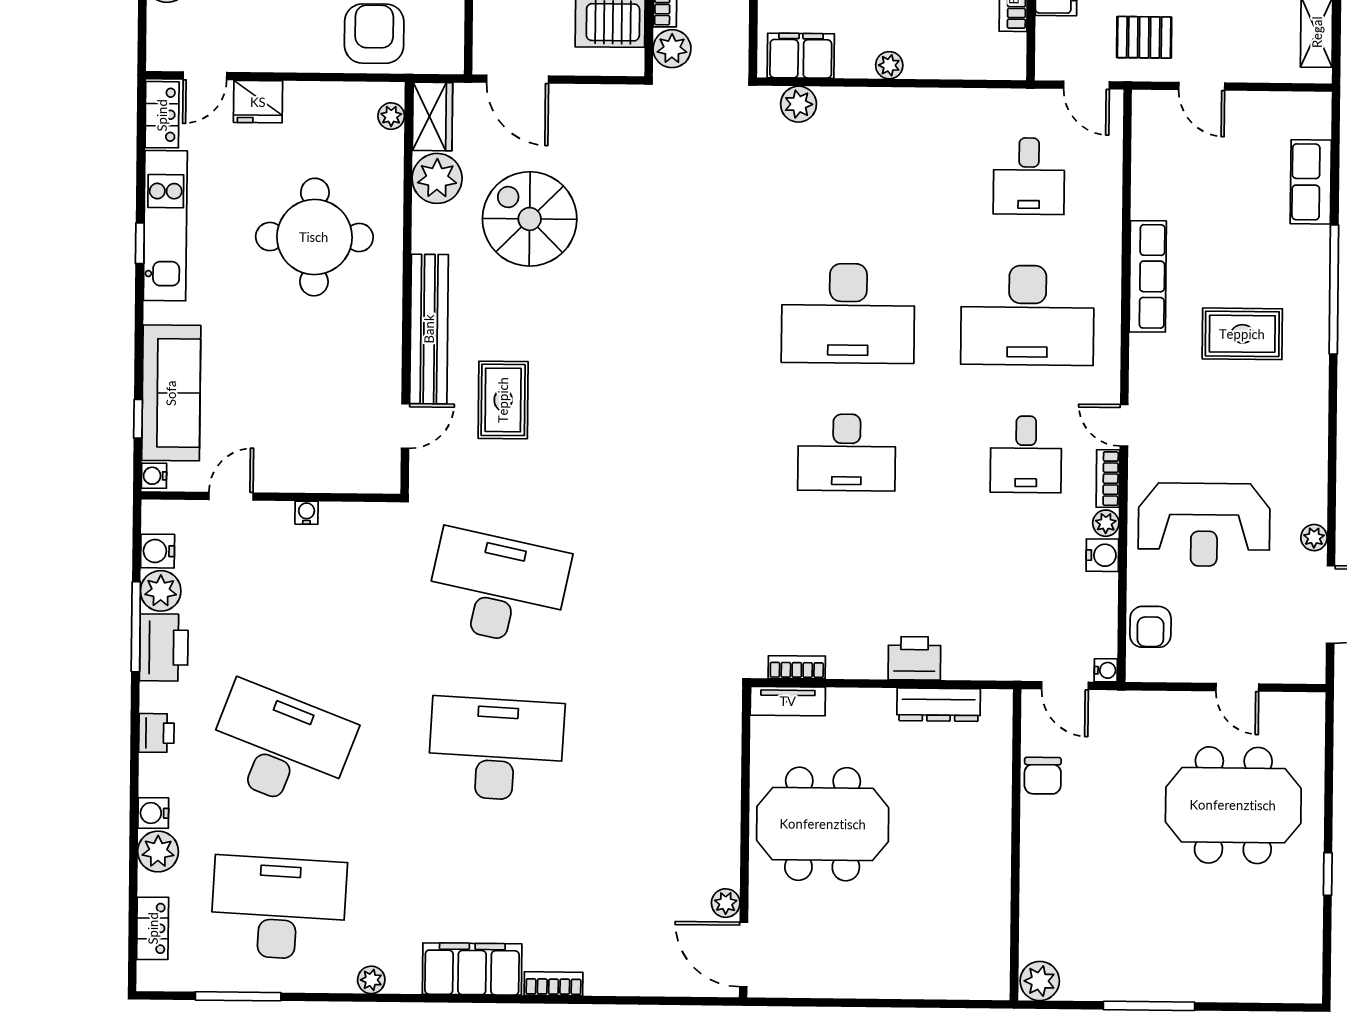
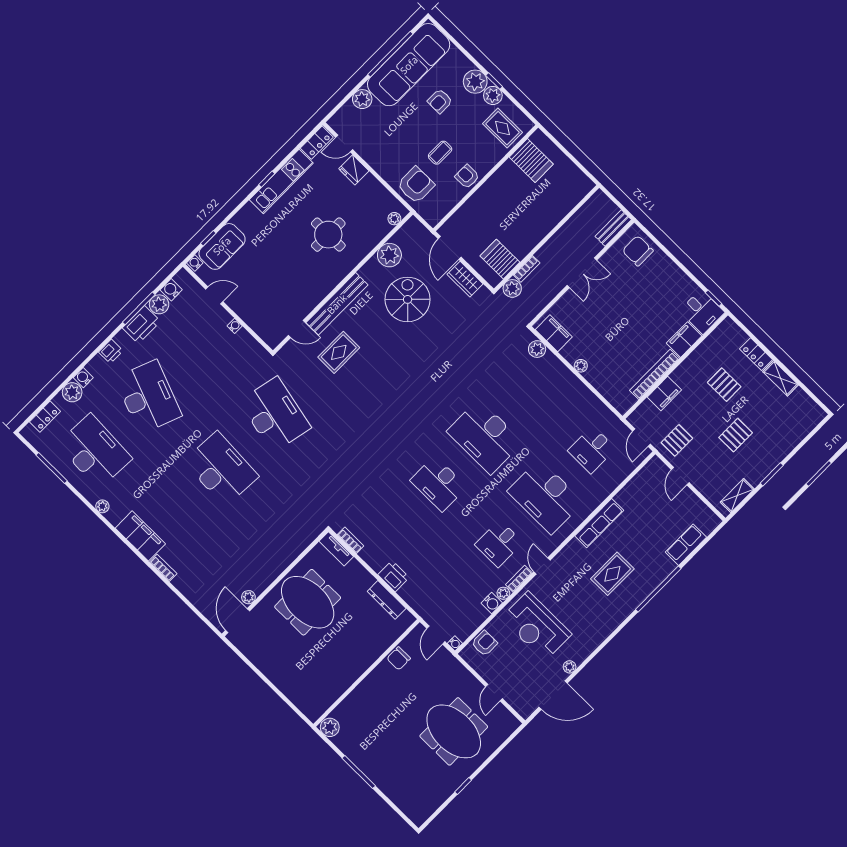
pallet: (1144, 37) -> (677, 440), turned 90
wardrobe: (432, 116) -> (465, 279), moved, turned 90
round table: (314, 237) -> (328, 235), width x0.73, depth x0.73
rug: (1242, 334) -> (612, 574), turned 90
sofa: (171, 393) -> (222, 246), width x0.73
armchair: (1150, 627) -> (484, 643), turned 180

